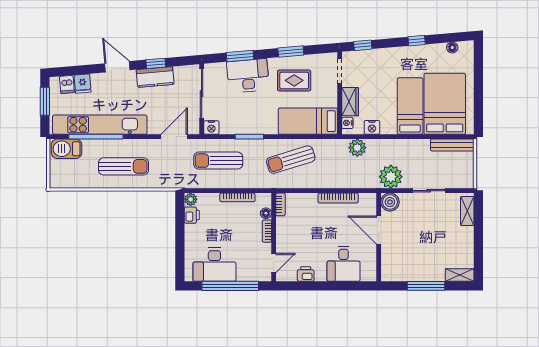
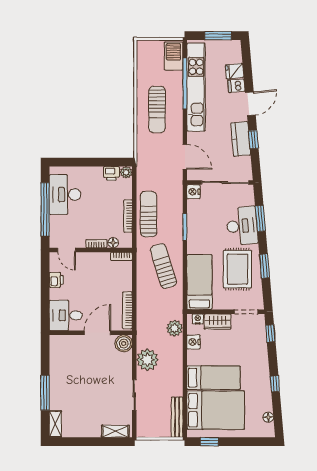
rug: (294, 80) -> (237, 269), width x1.36, depth x1.43
dishwasher: (67, 84) -> (236, 86), moved
window: (478, 111) -> (209, 442), added
sun lounger: (218, 161) -> (148, 214), moved
boiler: (390, 202) -> (124, 343), moved
door: (379, 230) -> (97, 333), moved
wall: (379, 237) -> (91, 333), moved

